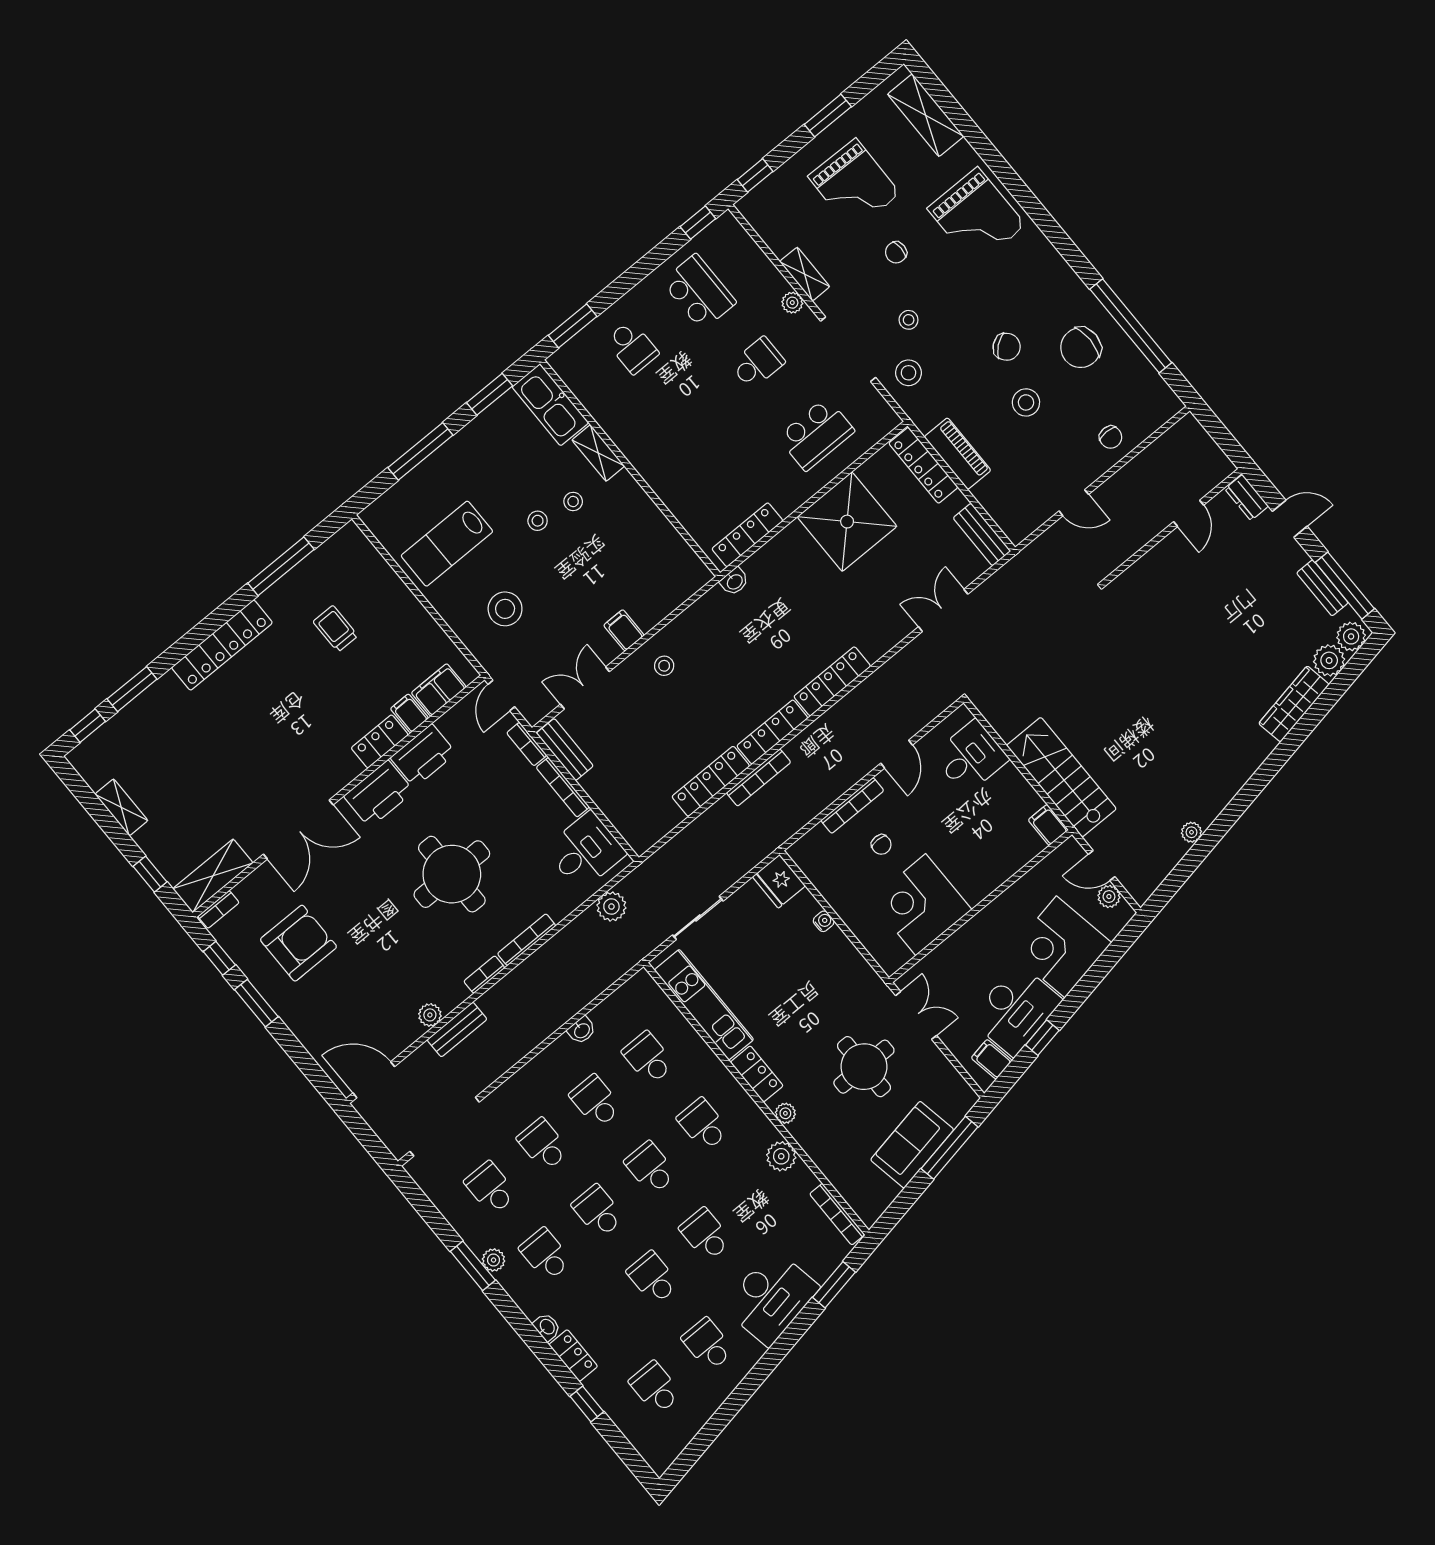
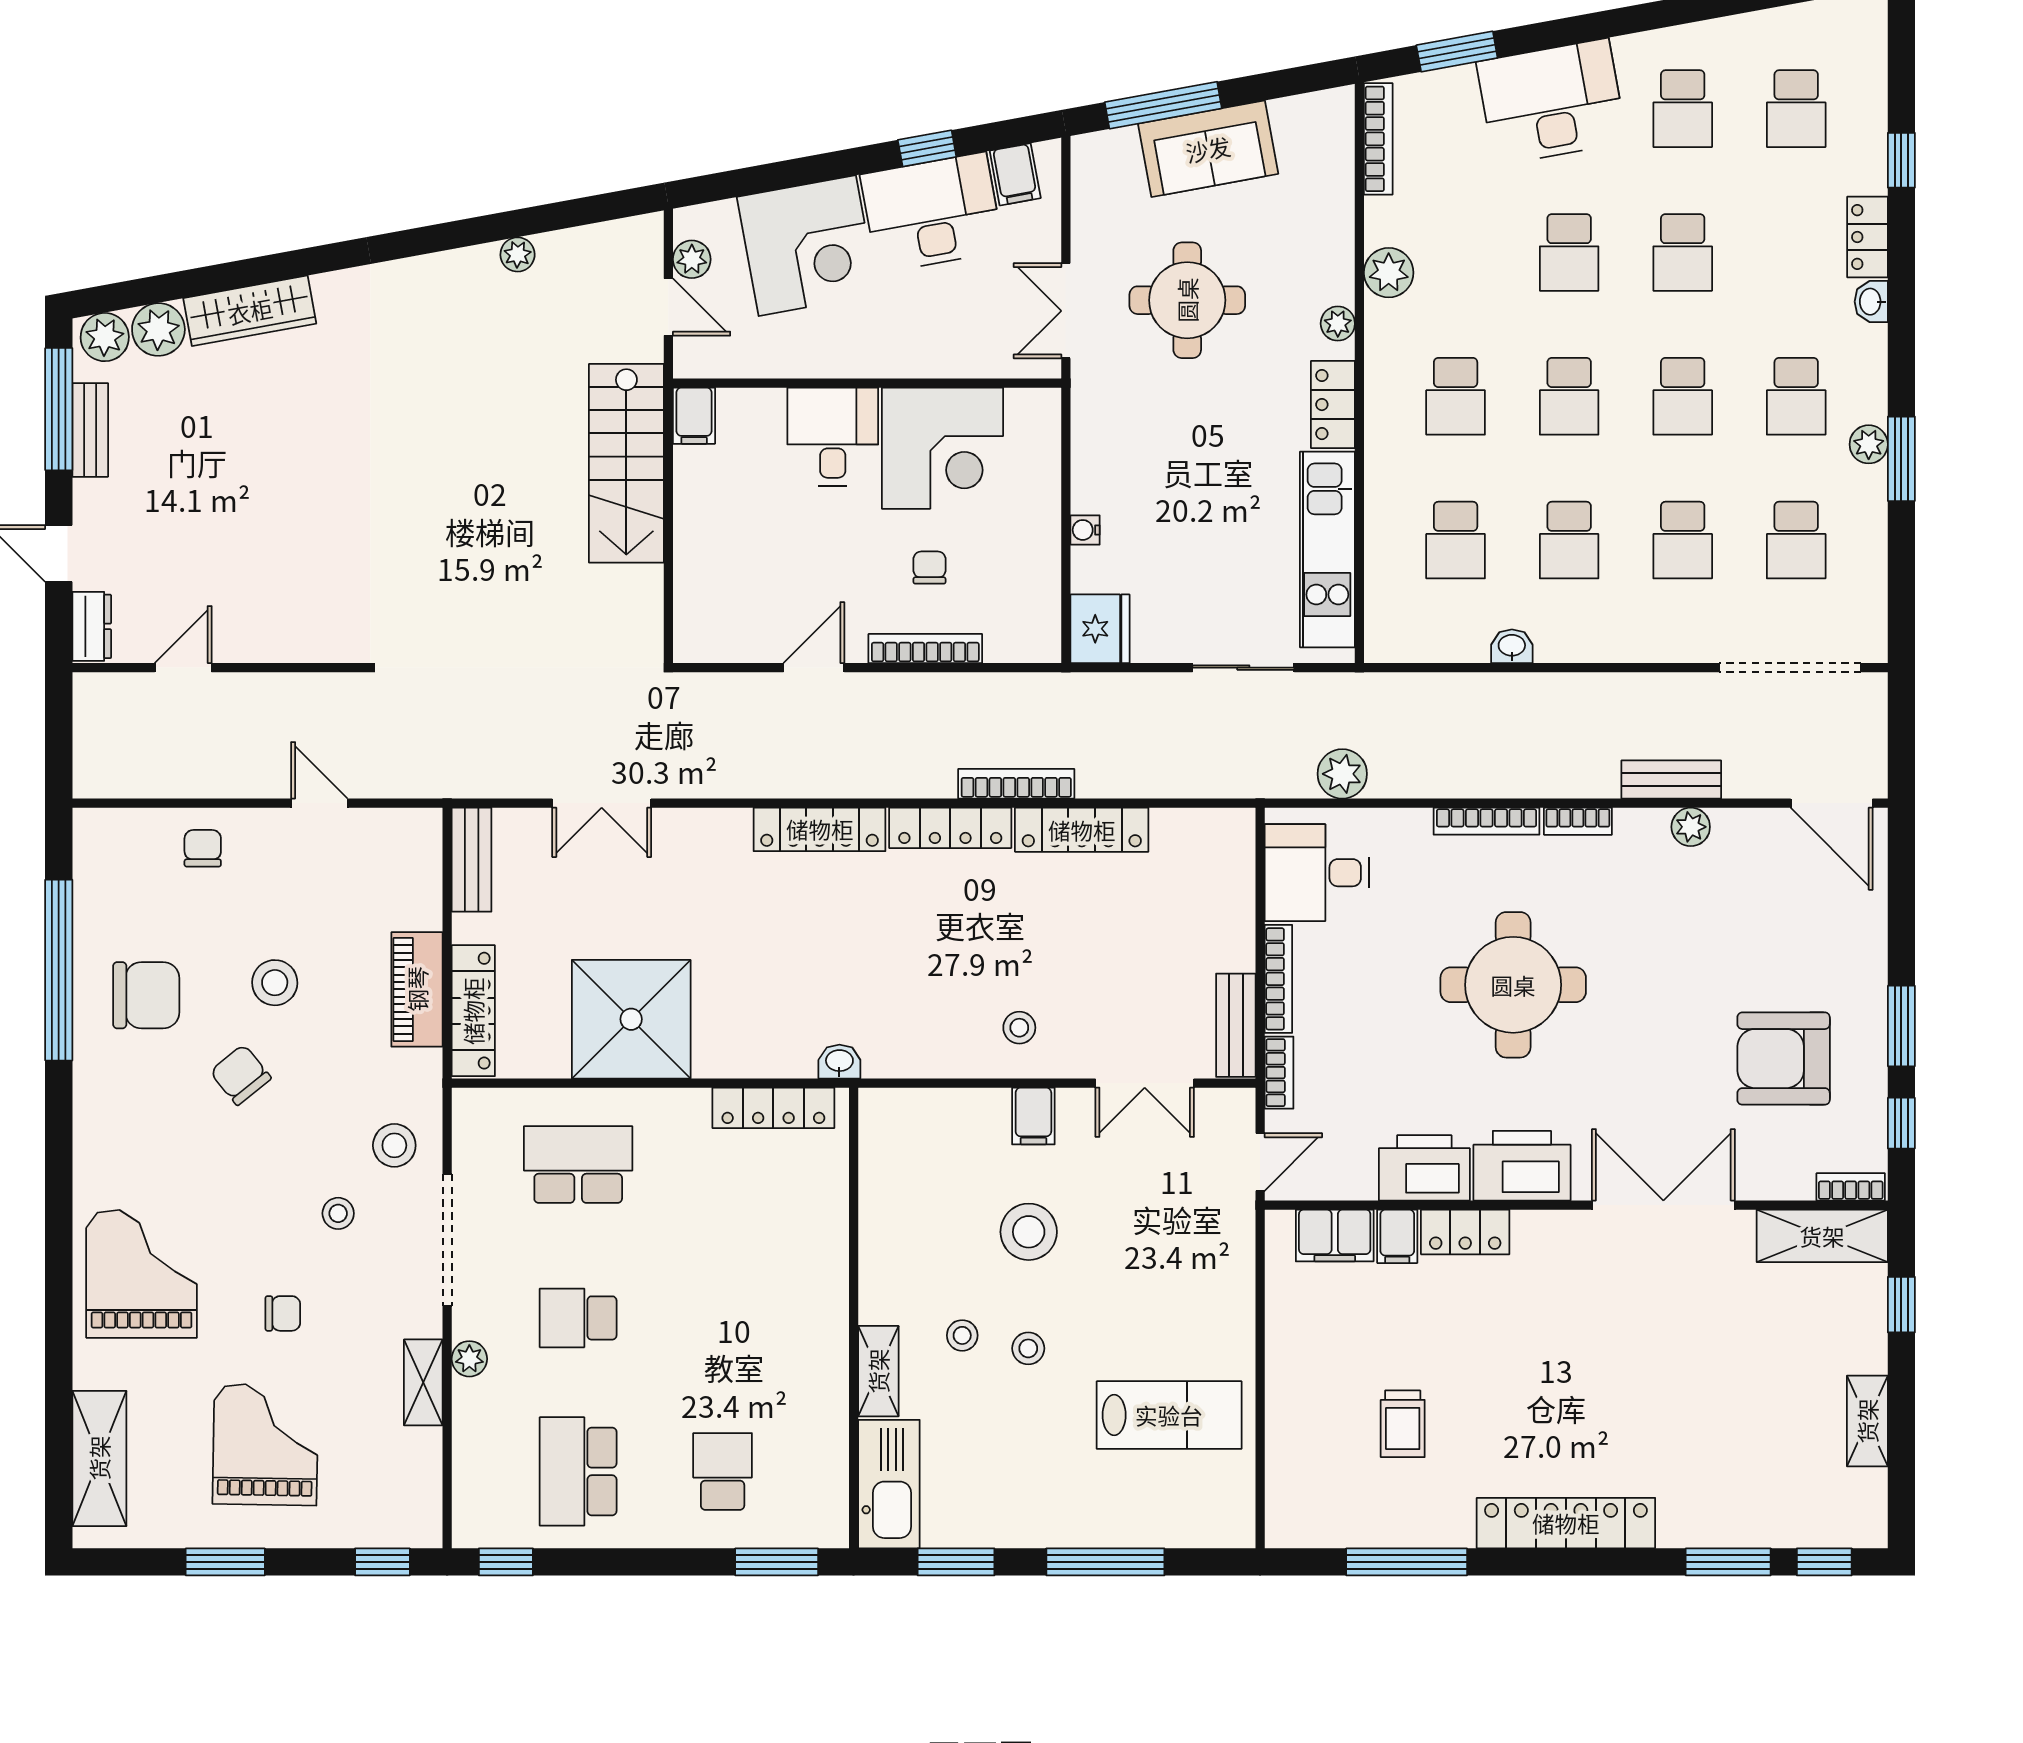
stool: (505, 609) -> (1029, 1232), moved
desk: (971, 757) -> (833, 437), moved, turned 90

